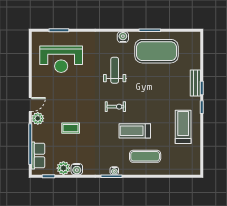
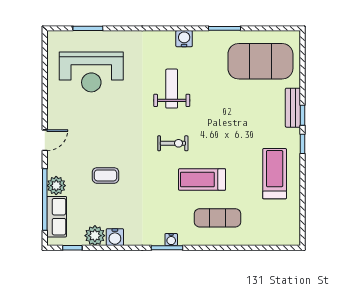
exercise mat: (157, 51) -> (260, 61), moved
plant: (38, 118) -> (56, 186), moved

